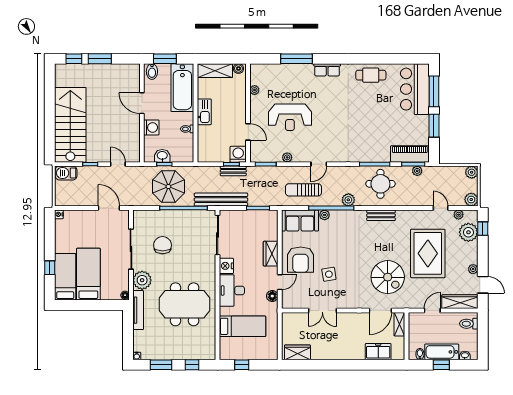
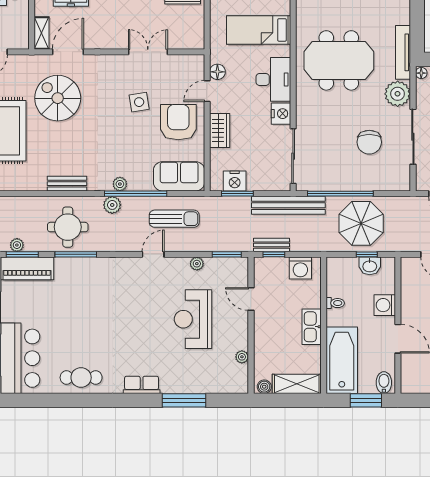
reception desk: (290, 117) -> (193, 319), turned -90
washing machine: (238, 154) -> (300, 268), moved
plant: (325, 215) -> (120, 184), moved
nightstand: (260, 217) -> (235, 181), added

